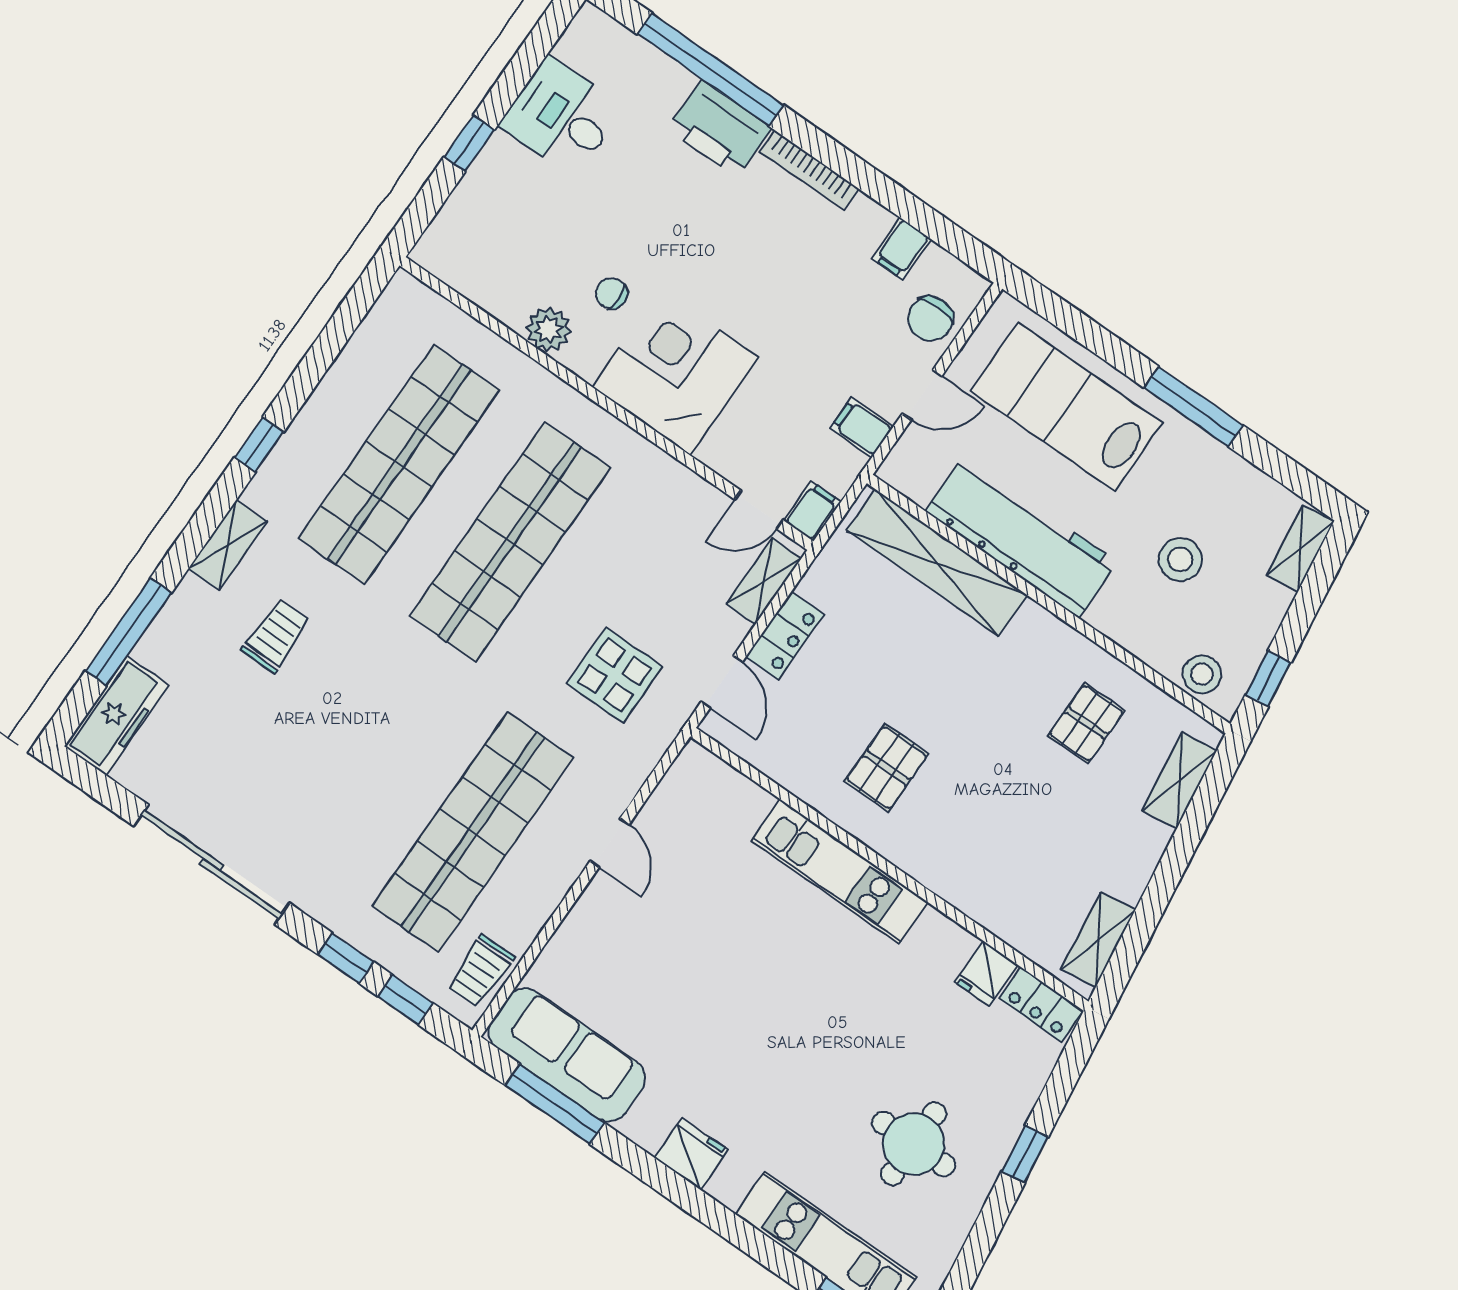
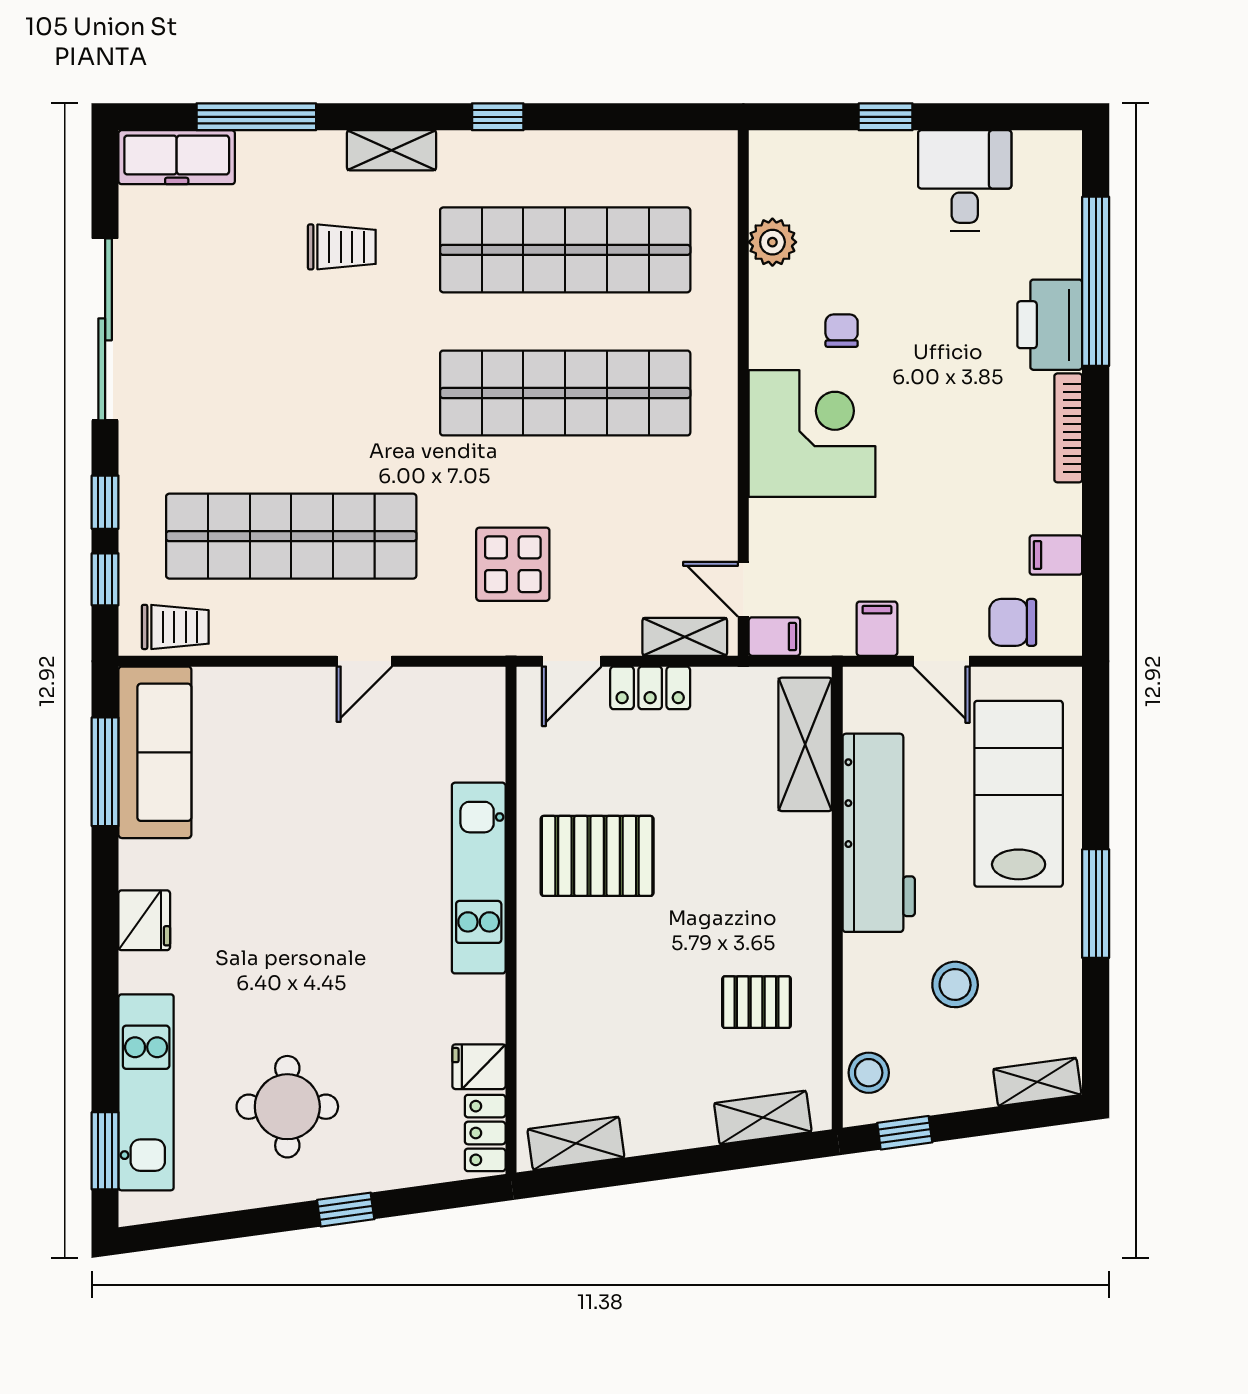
plant: (549, 330) -> (772, 242), moved
shelving: (937, 563) -> (805, 744), width x0.68
pallet: (887, 768) -> (597, 856), width x1.50, depth x1.42
trolley: (480, 971) -> (175, 627), turned 180

